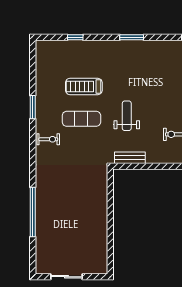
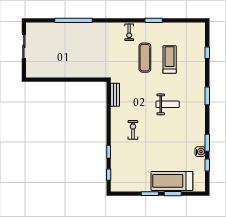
weight bench: (127, 116) -> (168, 104), moved

